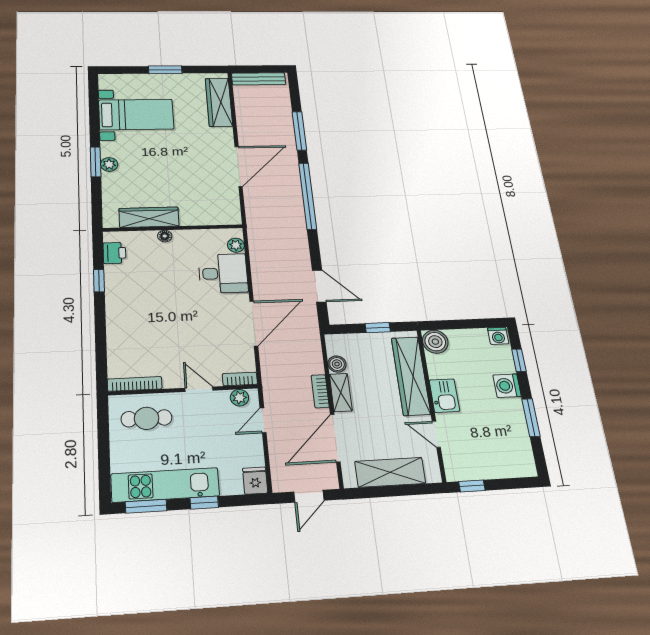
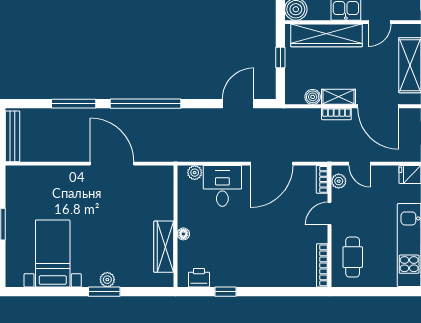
wardrobe: (219, 102) -> (40, 176), removed
door: (254, 323) -> (272, 164), swing flipped

